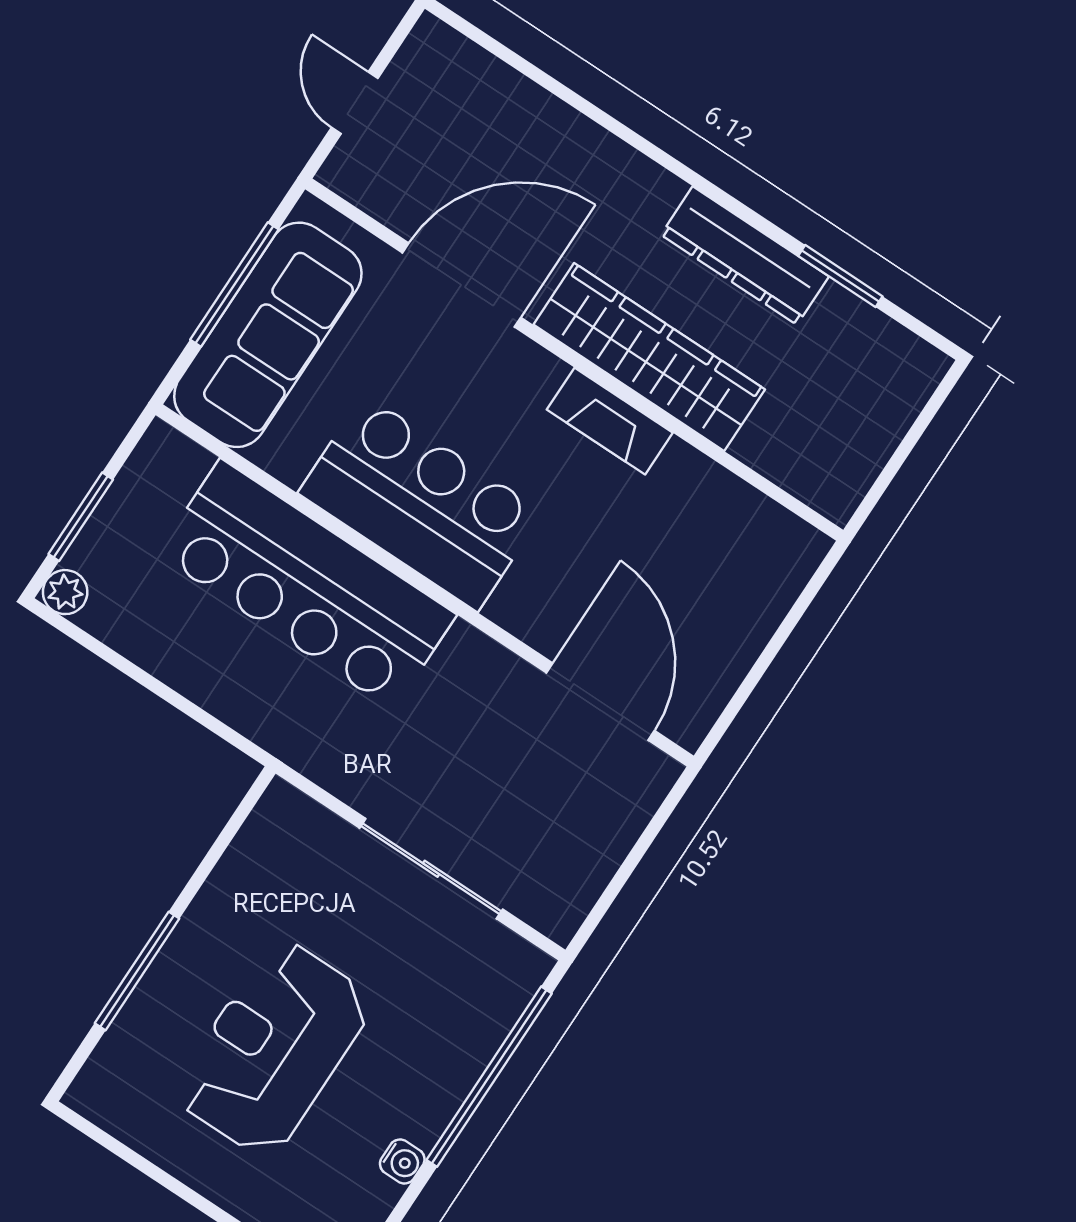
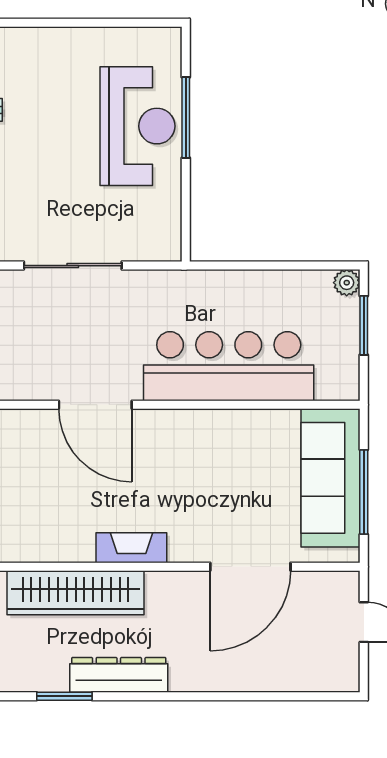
wardrobe: (649, 357) -> (76, 593), moved
bar counter: (421, 503) -> (199, 445), removed
door: (601, 702) -> (95, 405), moved
reception desk: (273, 1048) -> (137, 126), moved

